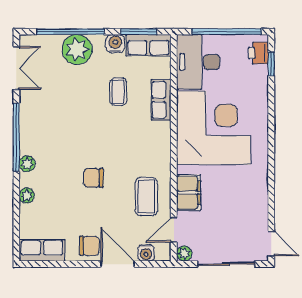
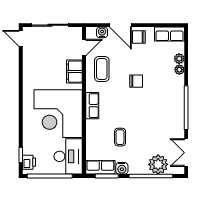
plant: (77, 49) -> (158, 164), moved
row of seats: (161, 100) -> (92, 106), moved
plant: (27, 164) -> (179, 59), moved
plant: (184, 254) -> (77, 32), removed

